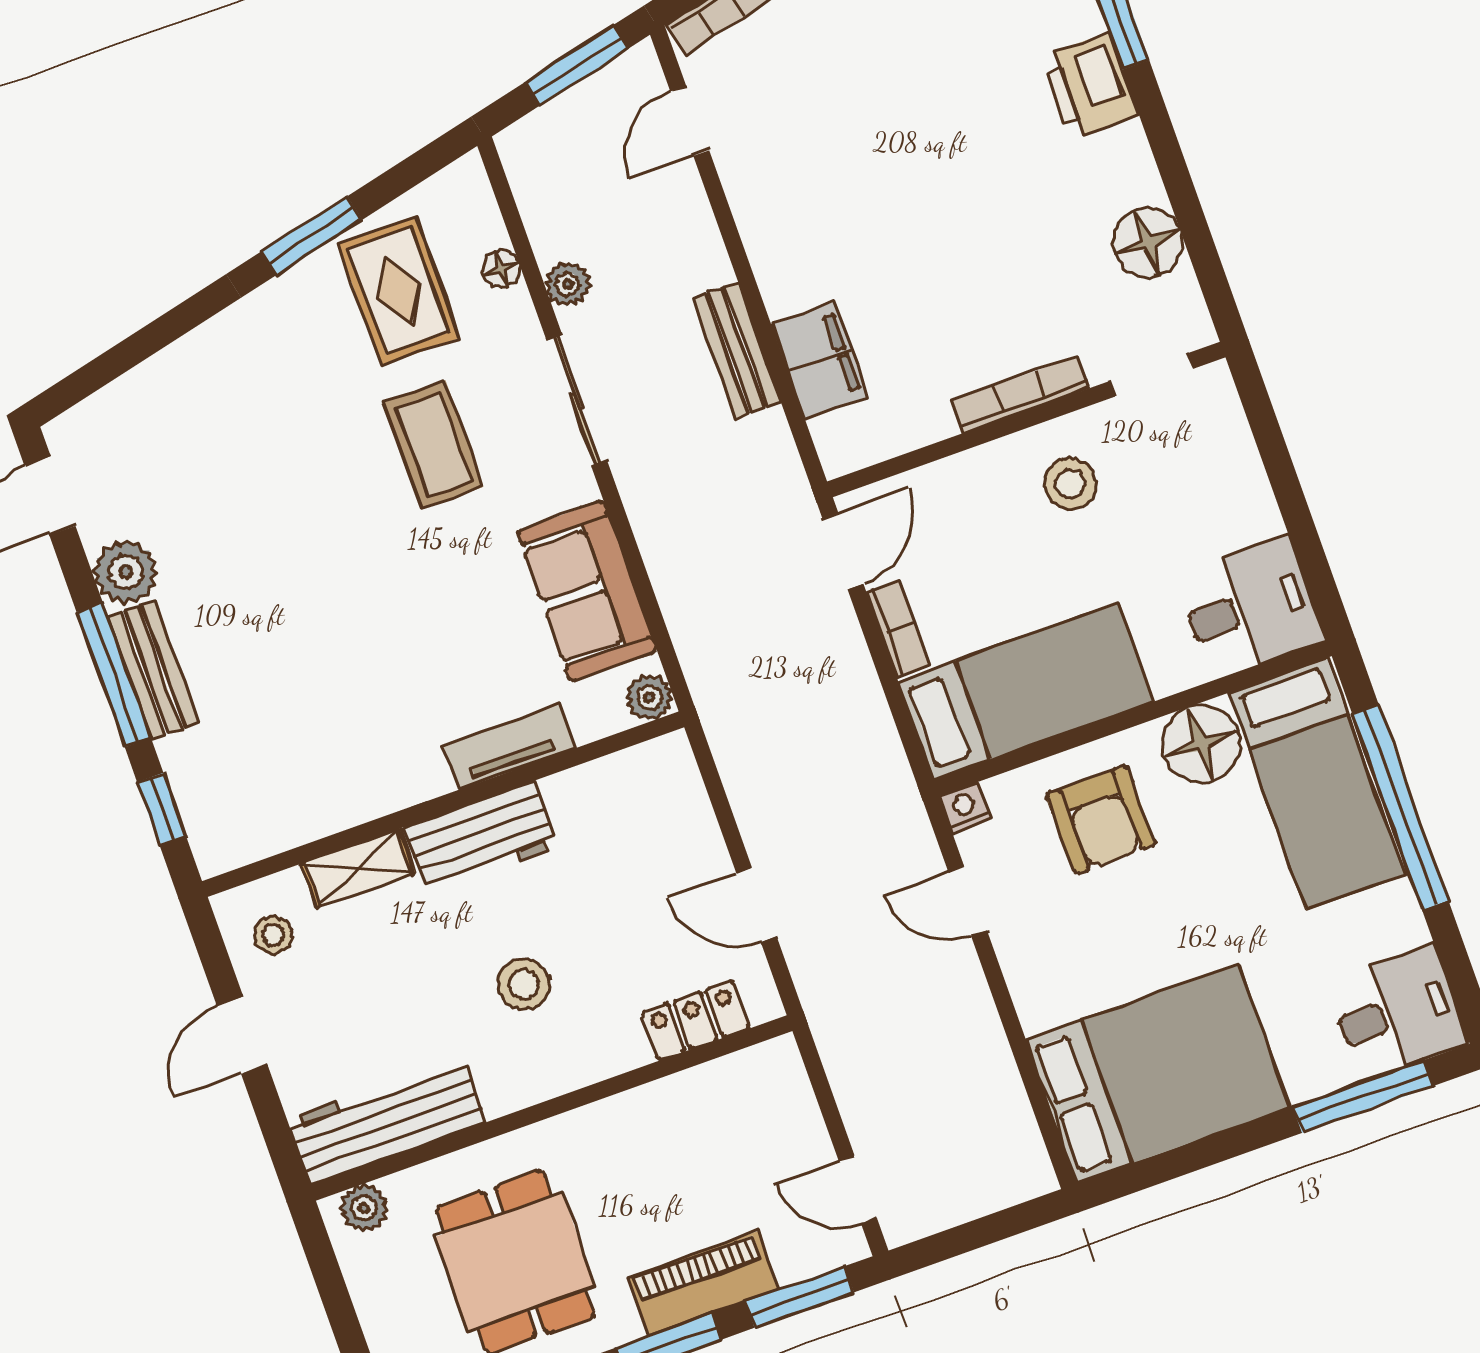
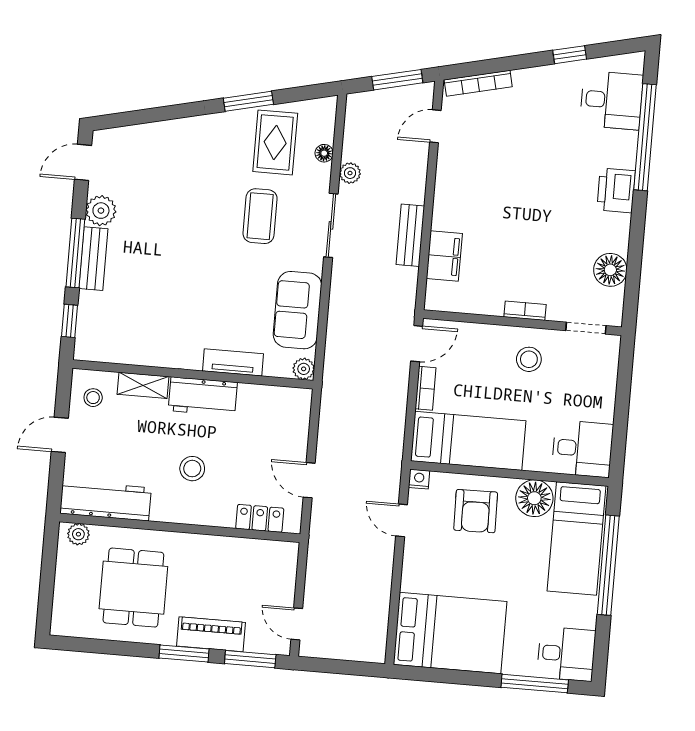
bookcase: (1021, 394) -> (525, 311), width x0.64

